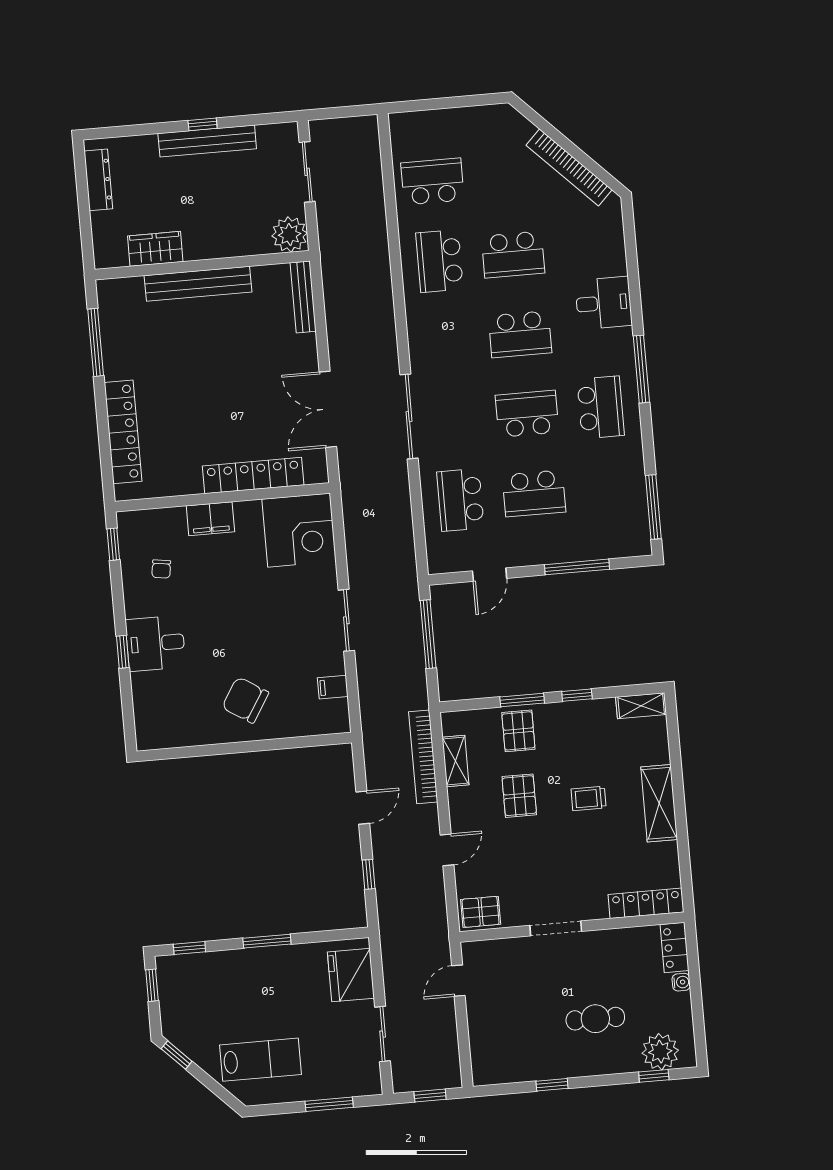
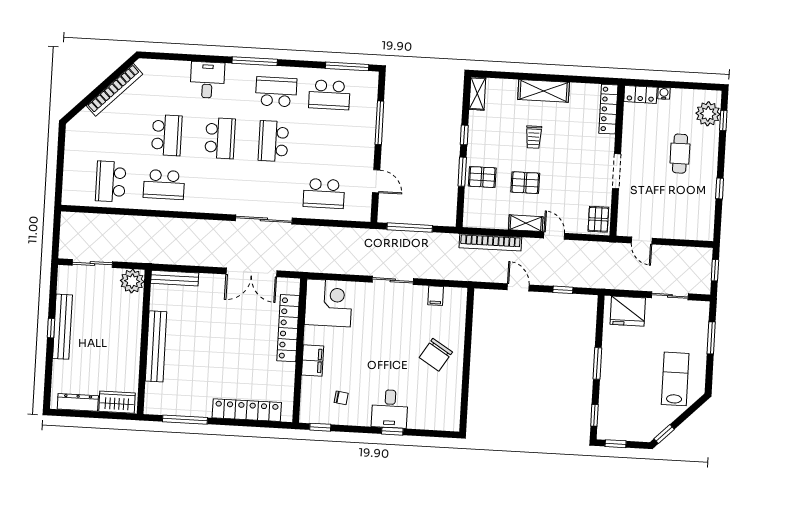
wardrobe: (155, 249) -> (117, 402), moved, turned 90
school desk: (534, 493) -> (329, 95), moved, turned 90
shelving: (455, 761) -> (526, 223), moved

